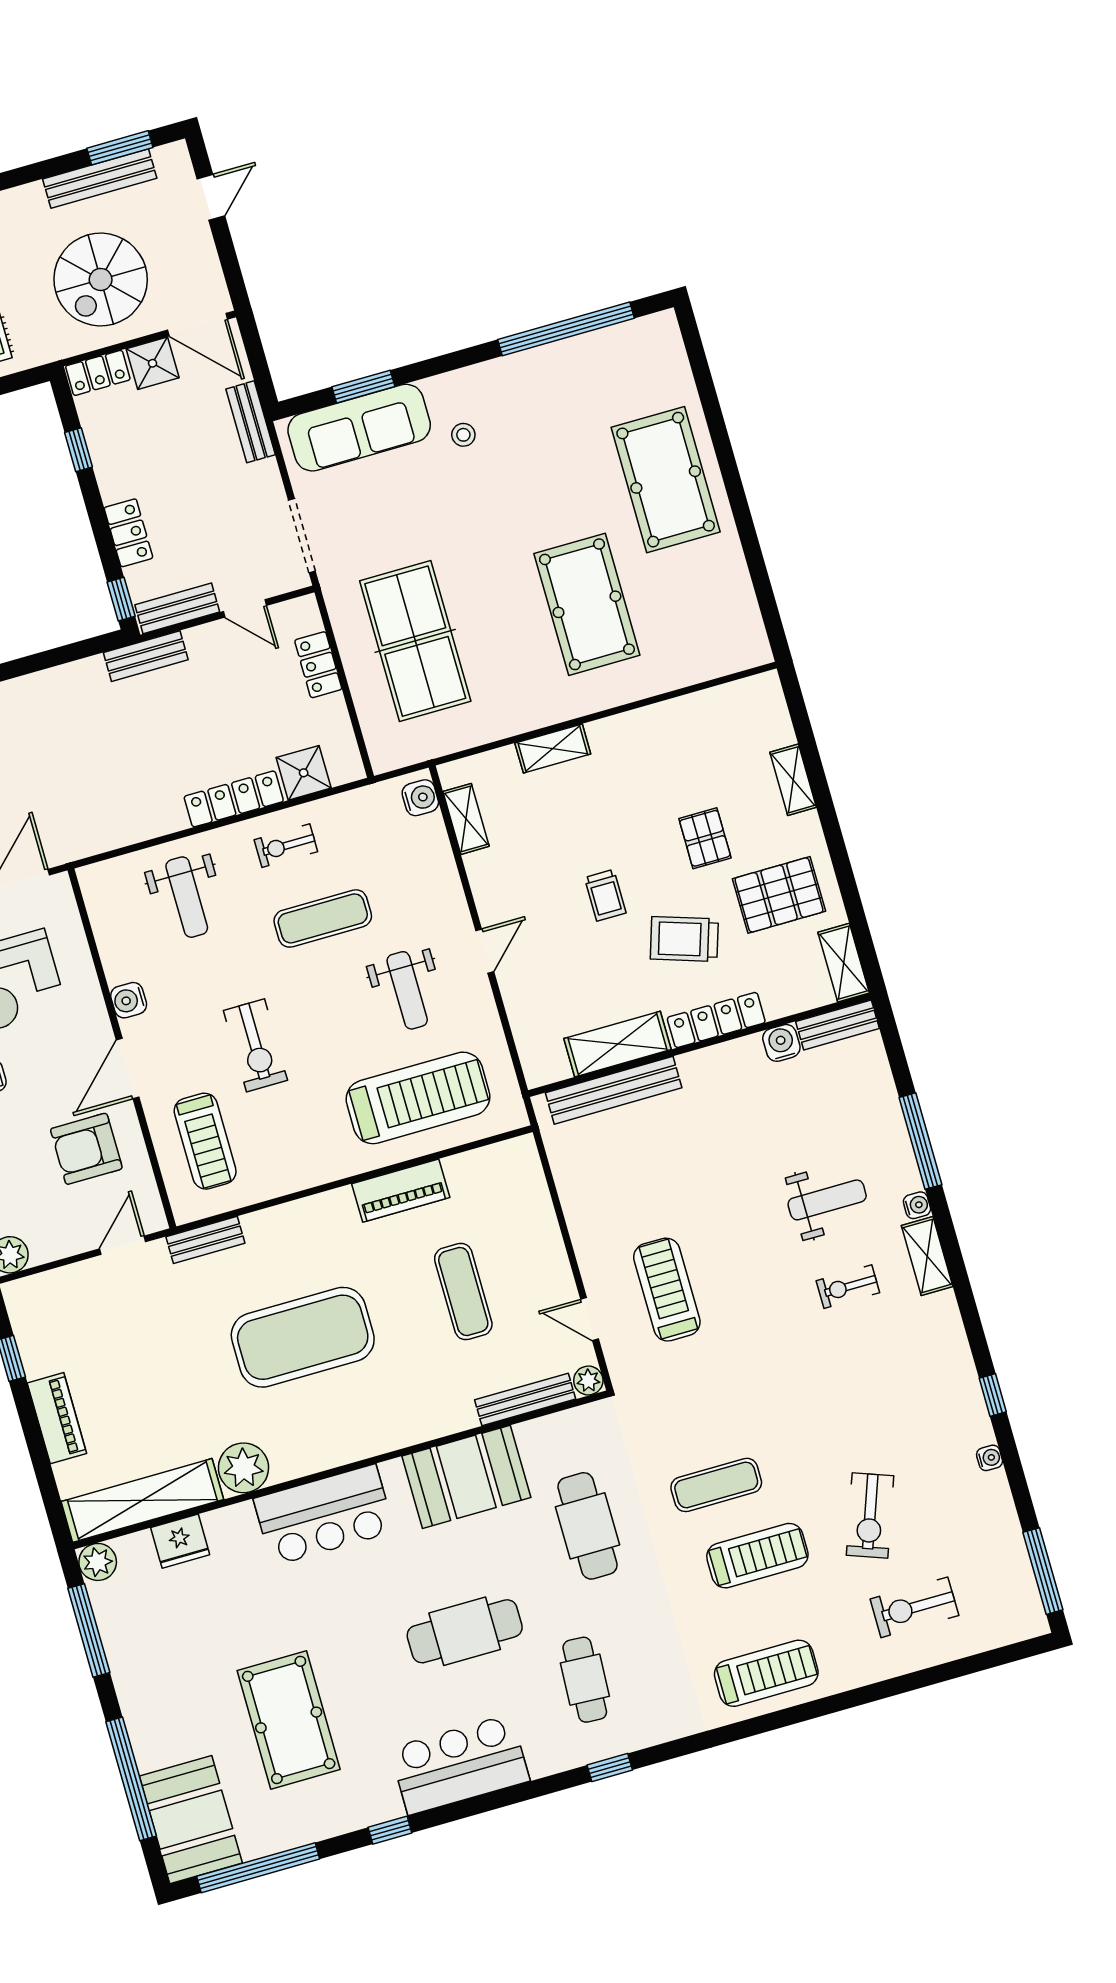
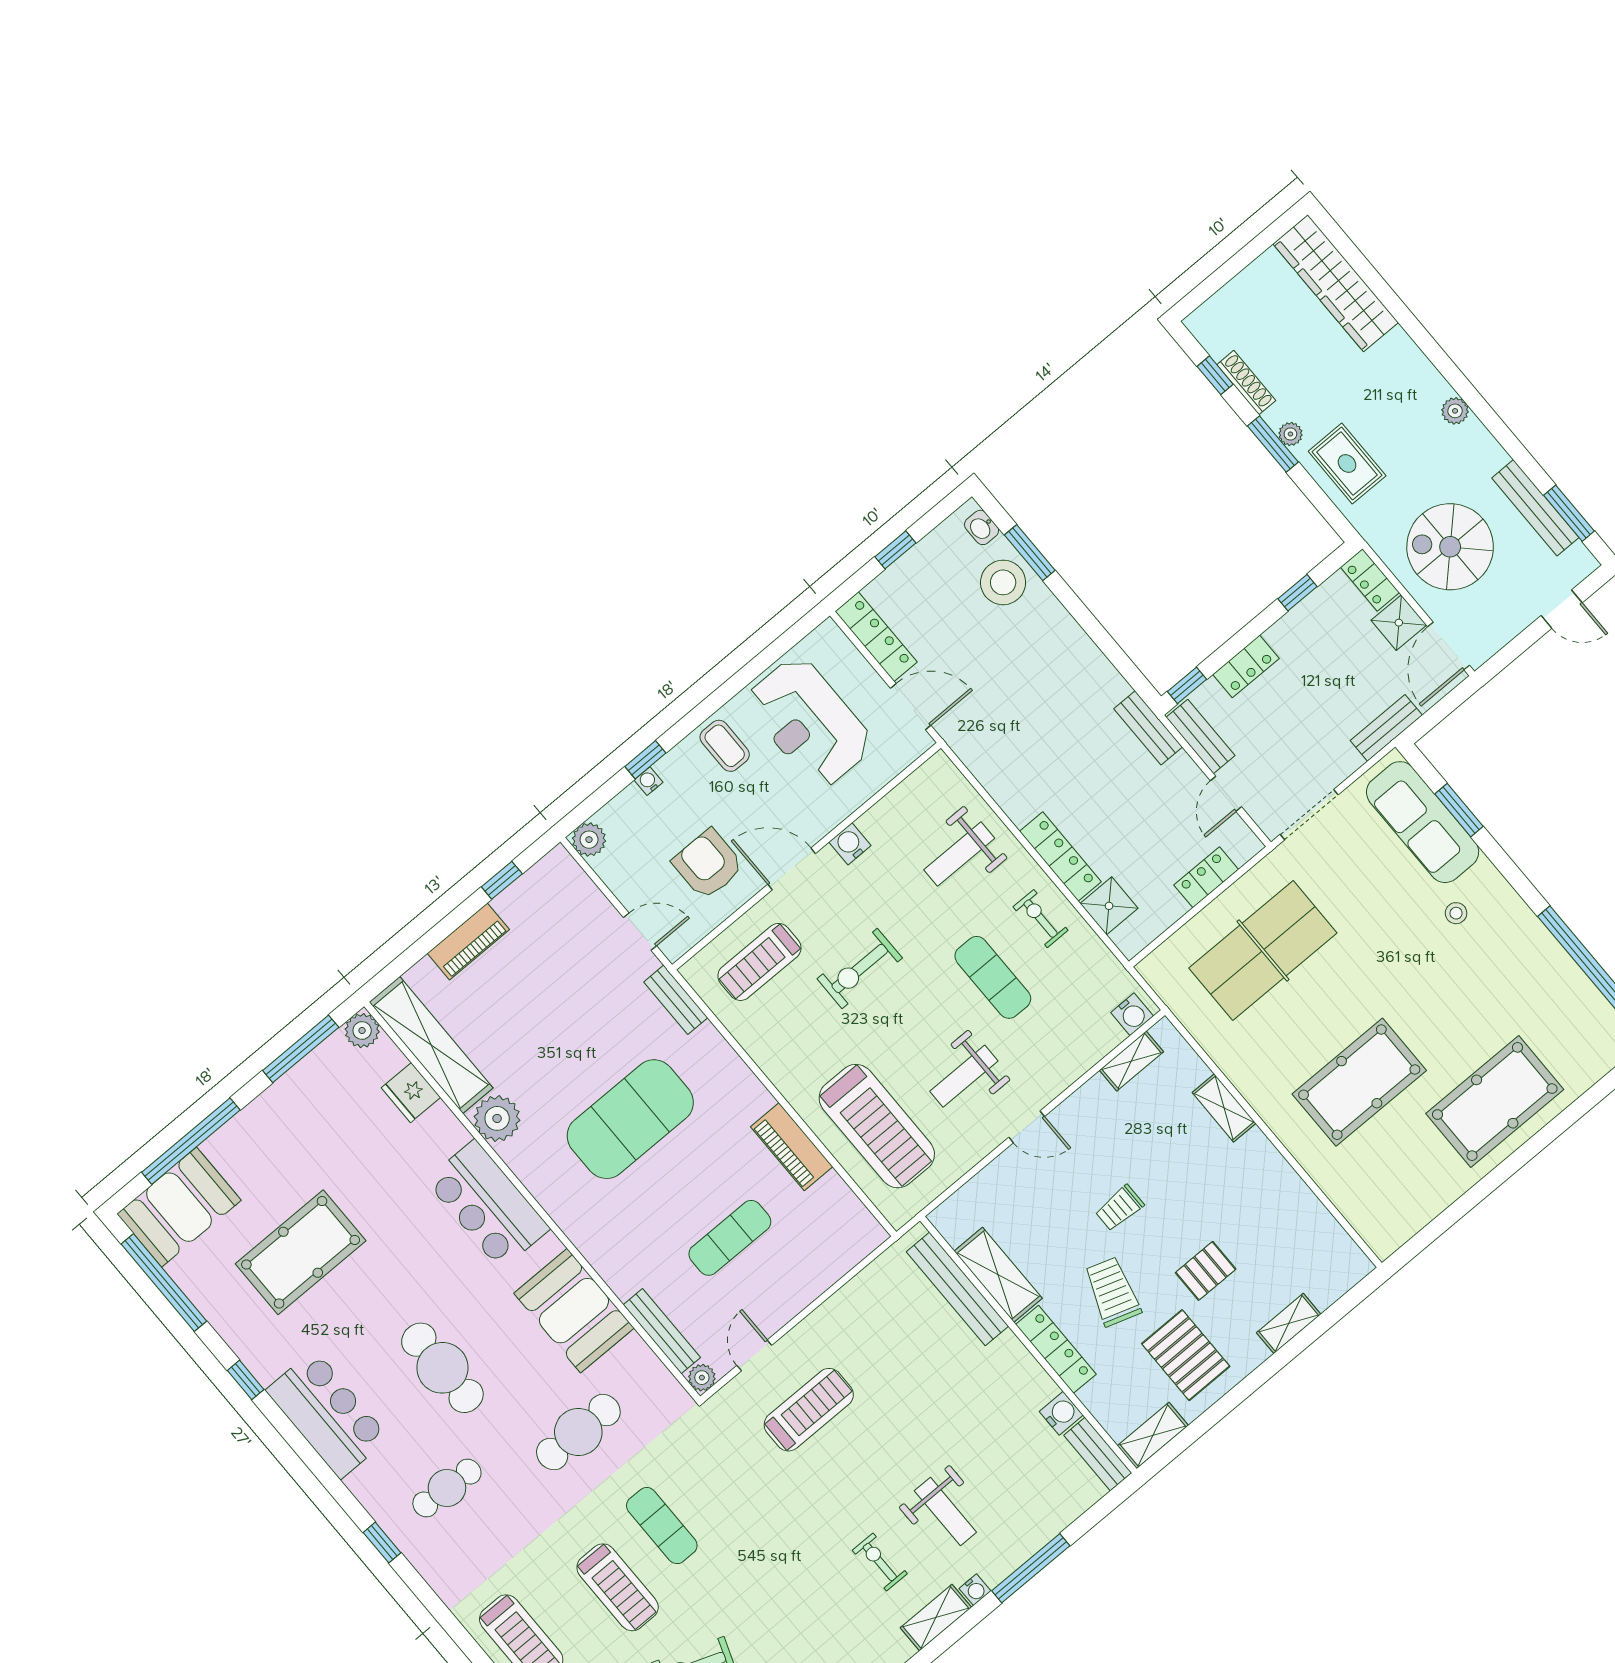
exercise mat: (303, 1337) -> (630, 1119), turned 90

